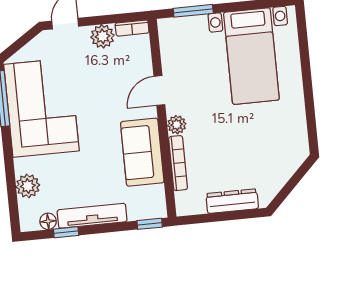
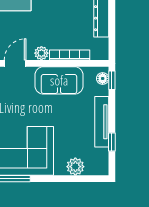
door: (159, 90) -> (15, 63), swing flipped
floor lamp: (48, 221) -> (103, 78), moved

